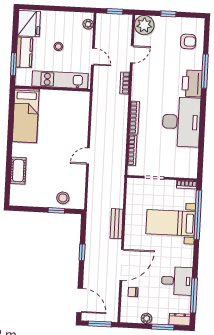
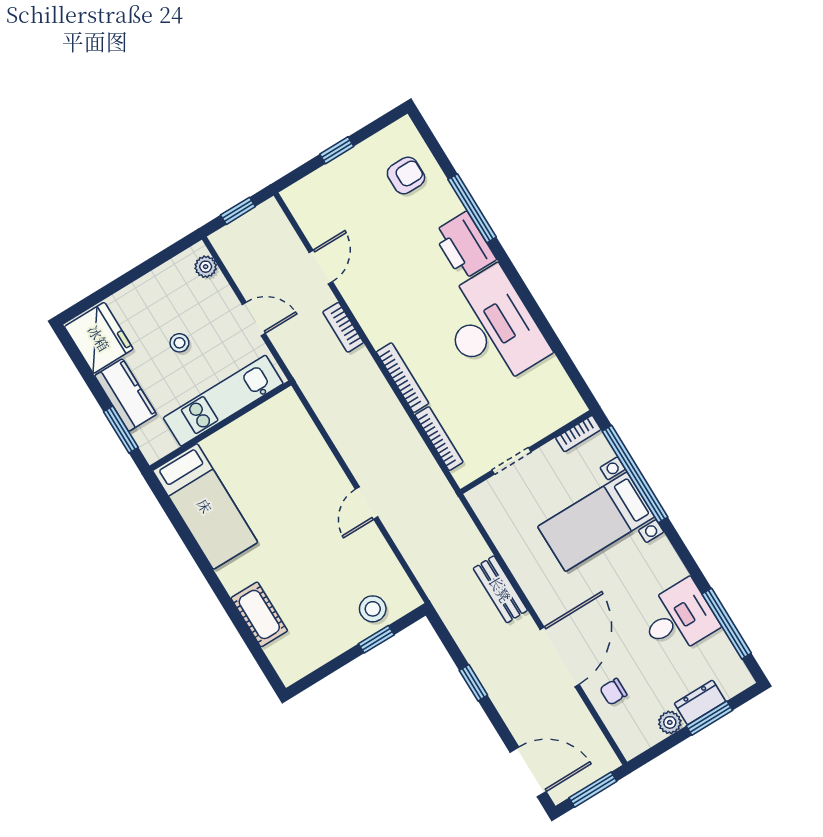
plant: (144, 25) -> (307, 200), removed
dresser: (180, 319) -> (700, 702), moved

